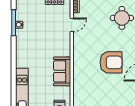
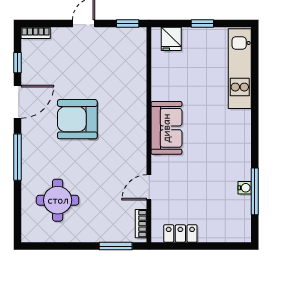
sofa: (62, 71) -> (166, 128), moved

